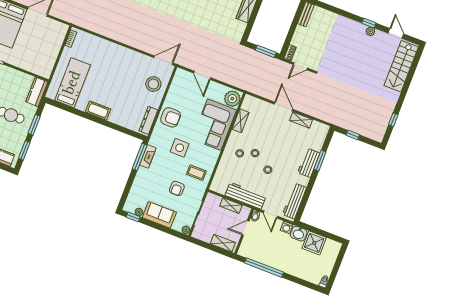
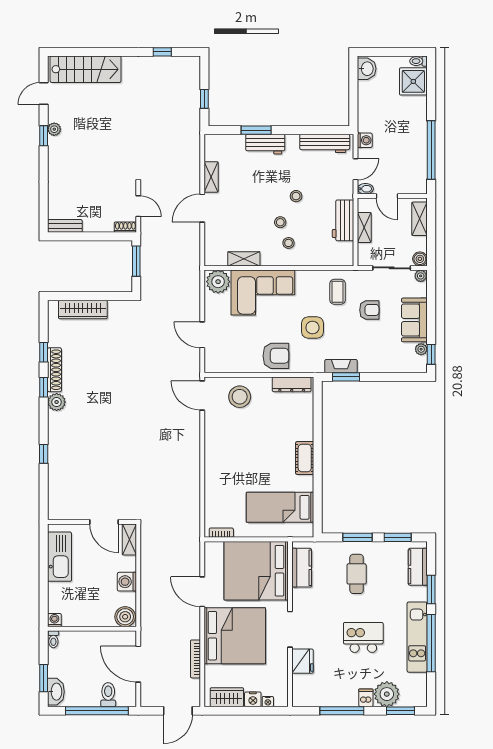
bed: (38, 52) -> (256, 571), added
door: (202, 75) -> (202, 335), swing flipped
kitchen counter: (37, 92) -> (302, 568), moved, turned -90
armchair: (171, 117) -> (276, 356), turned 90
window: (140, 157) -> (346, 377), width x0.69
workbench: (246, 196) -> (343, 220), width x0.73
boiler: (197, 233) -> (420, 259), added
washbasin: (299, 234) -> (367, 69), moved
shower: (314, 243) -> (413, 81), moved

